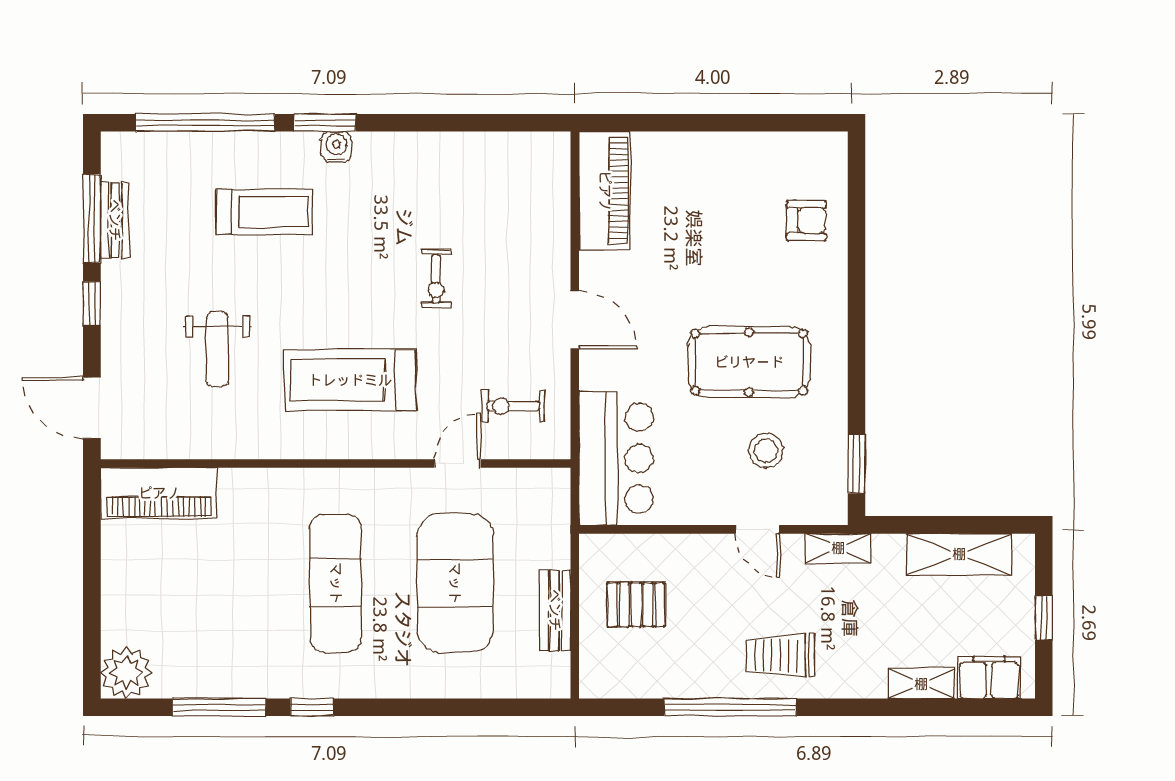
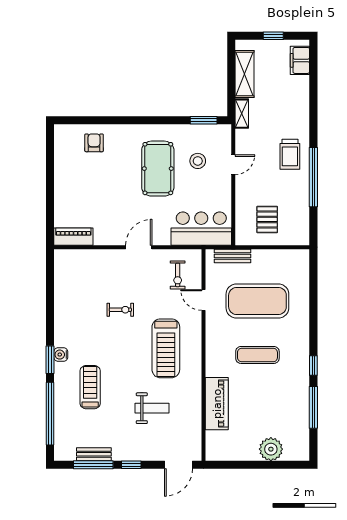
piano: (605, 191) -> (73, 237), width x0.73, depth x0.75
piano: (159, 493) -> (217, 404), moved
shelving: (838, 548) -> (242, 114), moved
exercise mat: (336, 583) -> (257, 355), width x0.73, depth x0.69
bench: (555, 610) -> (232, 256), moved
plant: (126, 673) -> (271, 449), moved
shelving: (921, 684) -> (303, 91), removed

